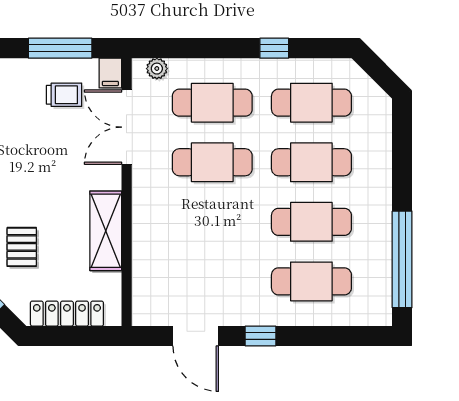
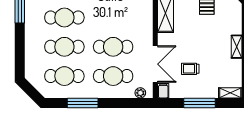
window: (60, 48) -> (199, 103), moved
window: (274, 48) -> (83, 103), width x2.17
trolley: (64, 95) -> (190, 69), moved

